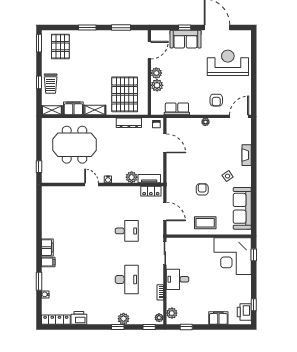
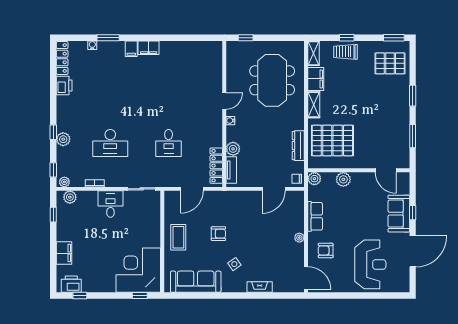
plant: (156, 73) -> (314, 179), moved
row of seats: (177, 109) -> (315, 216), moved
locker: (151, 191) -> (216, 166), width x1.53

